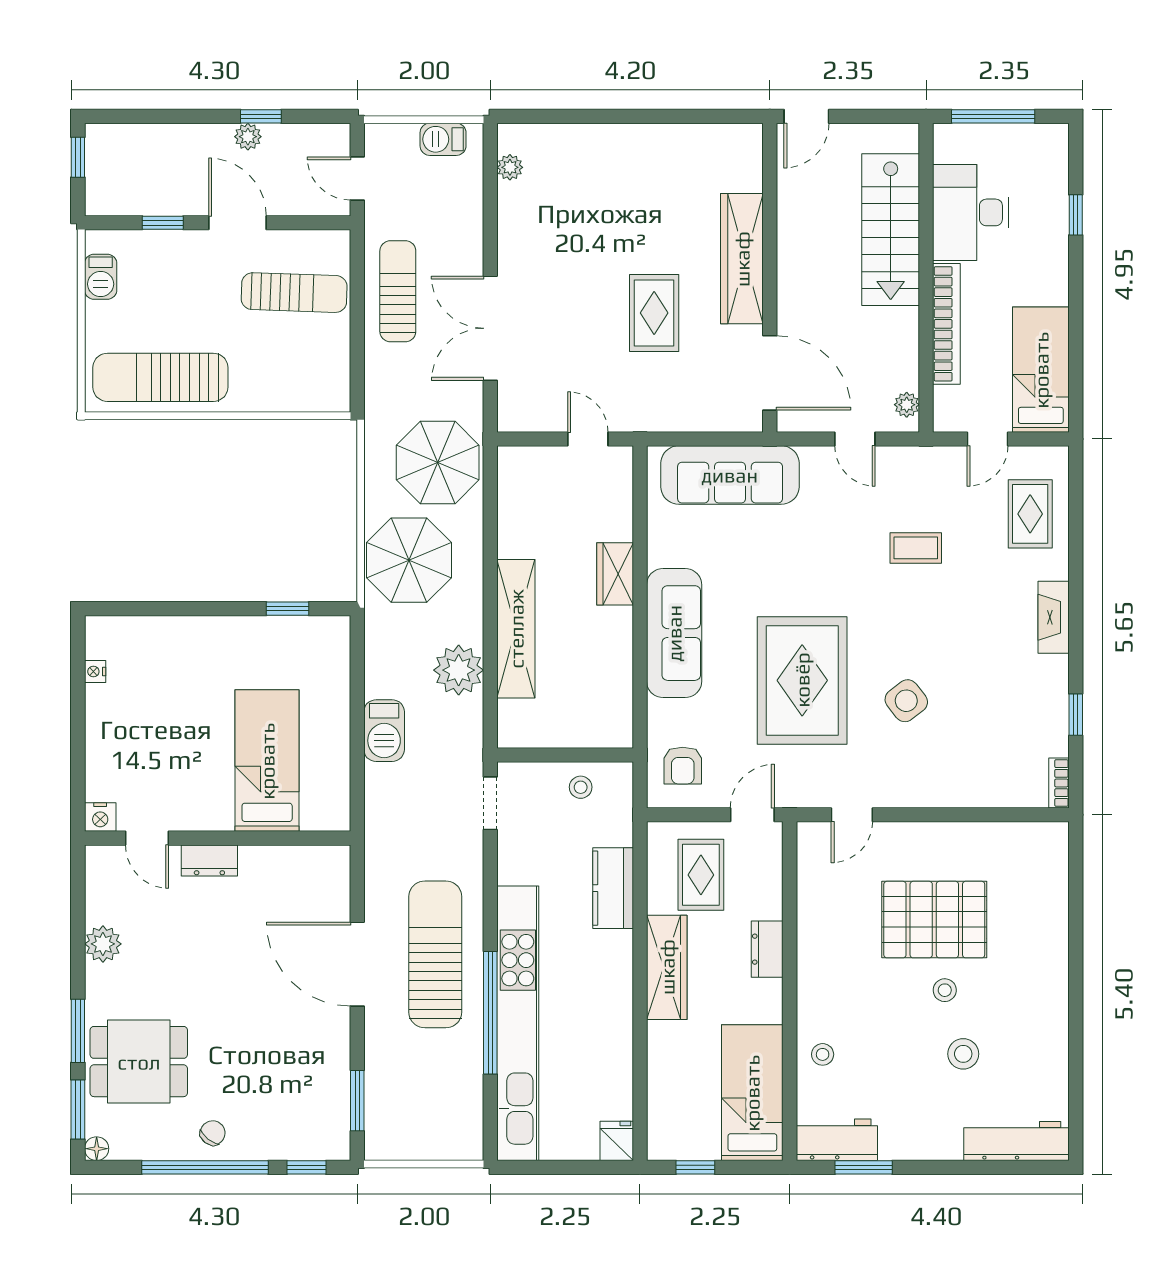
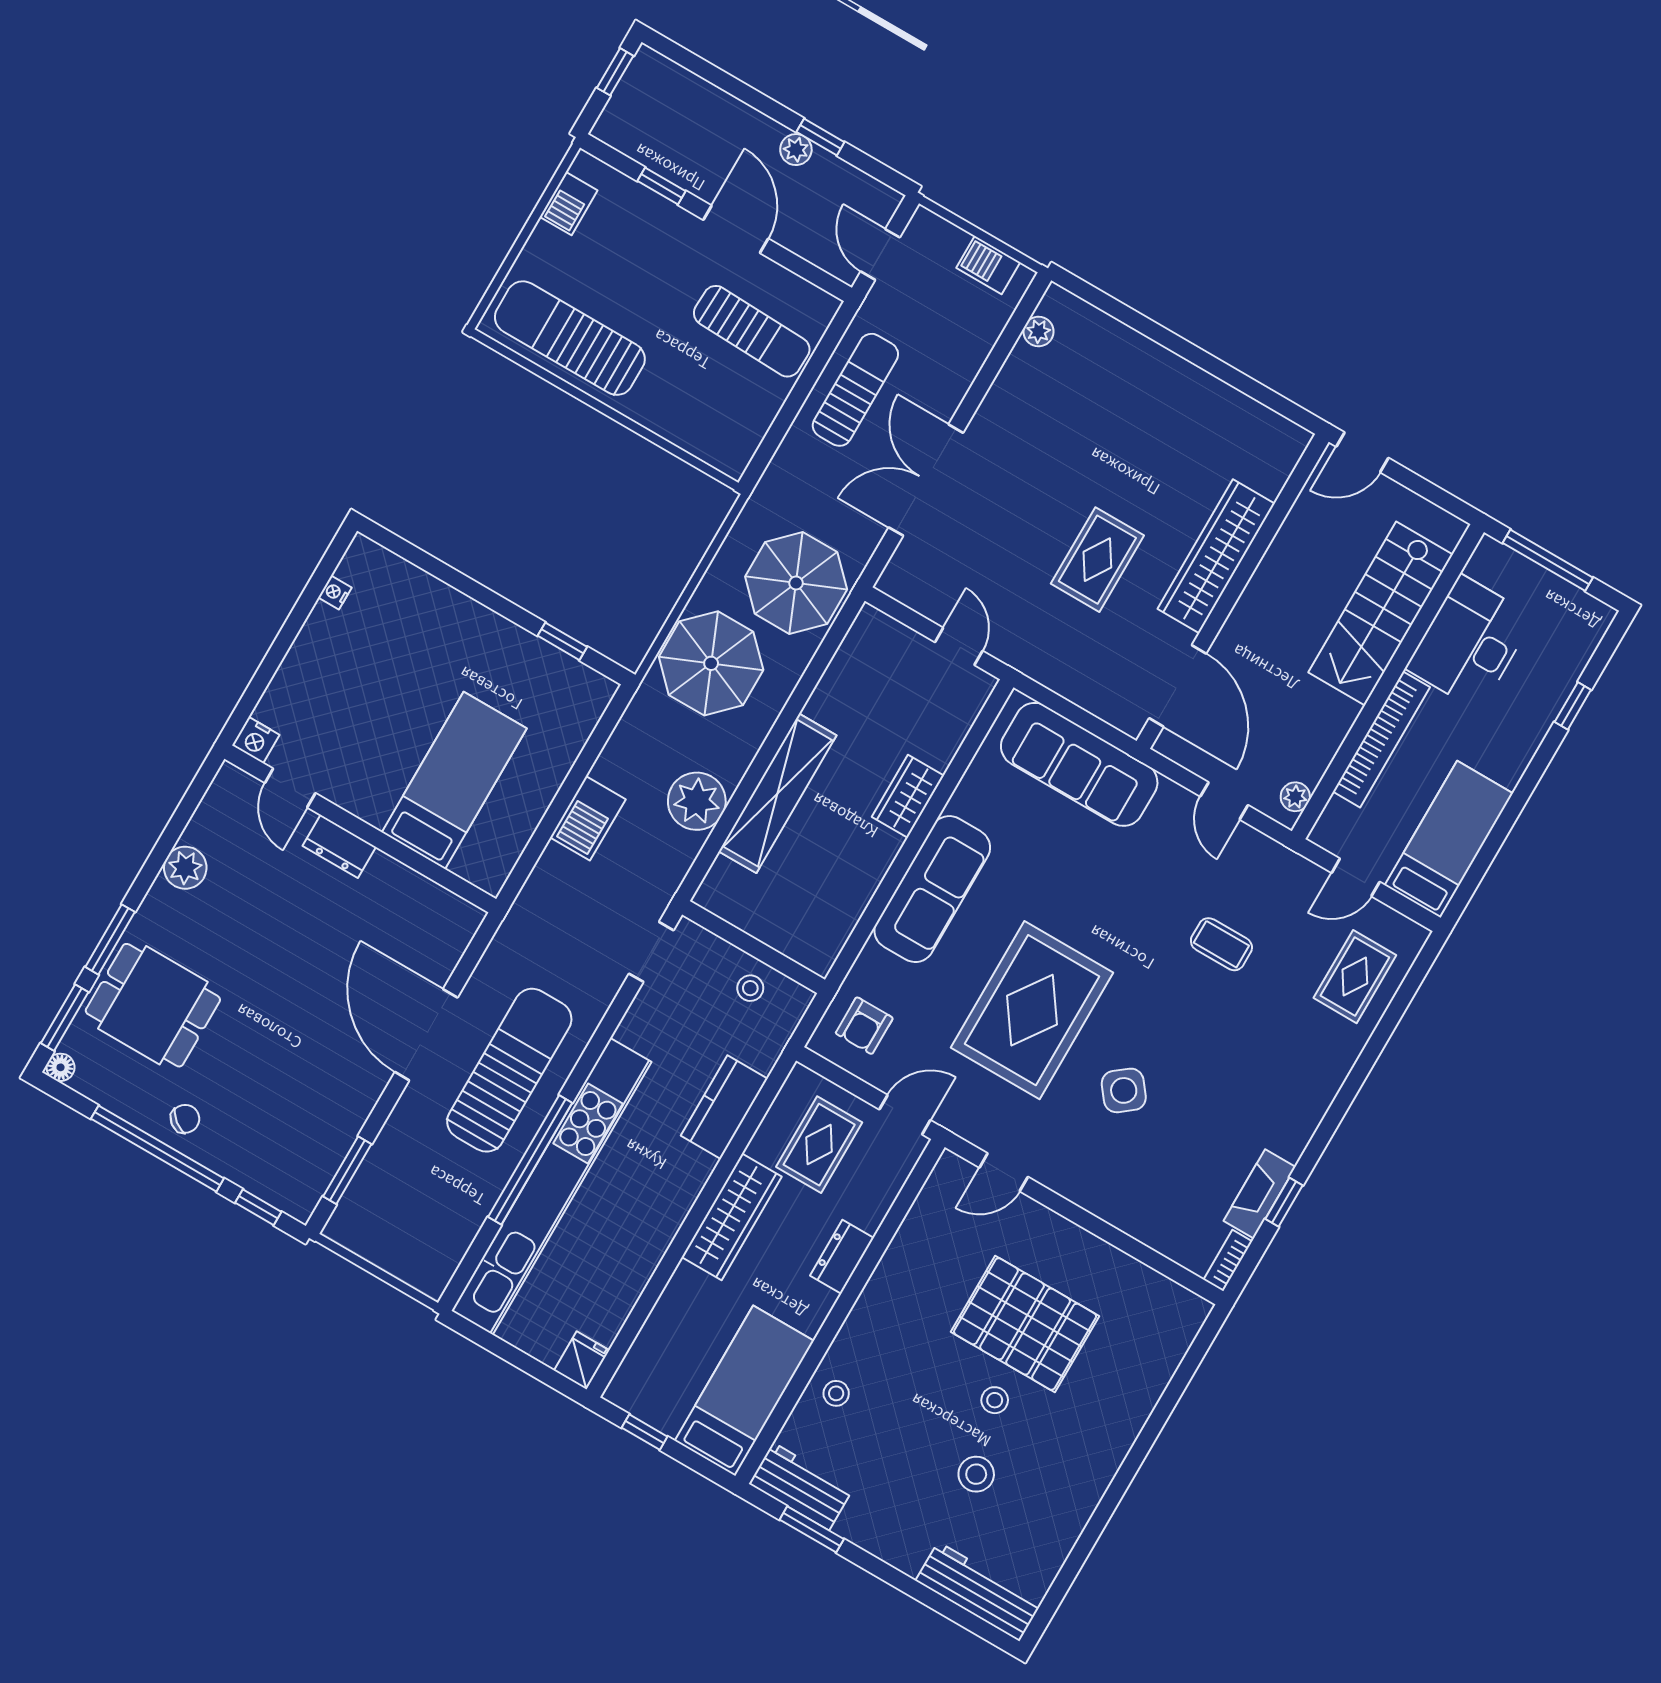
fireplace: (1054, 617) -> (1259, 1194), moved

